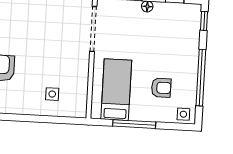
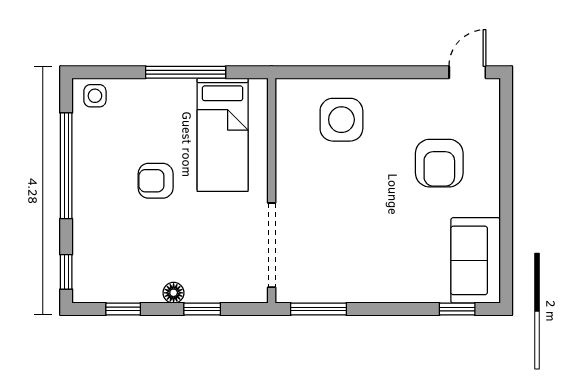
armchair: (161, 88) -> (156, 181), moved
side table: (52, 94) -> (341, 120), width x1.87, depth x1.87

